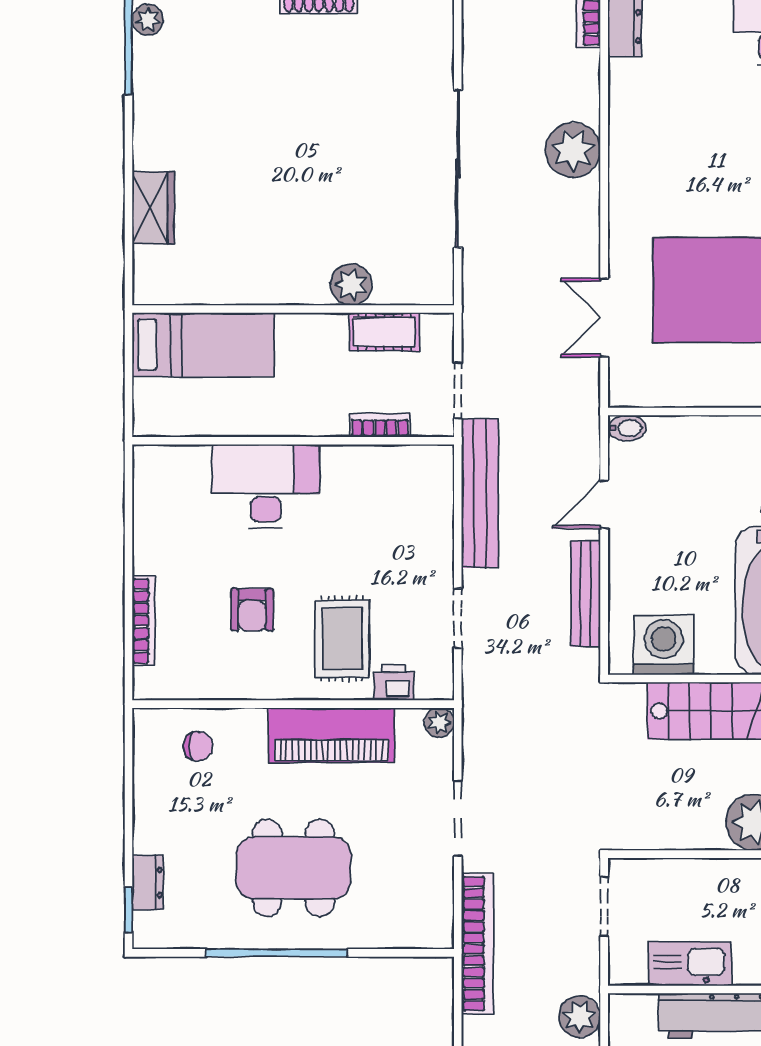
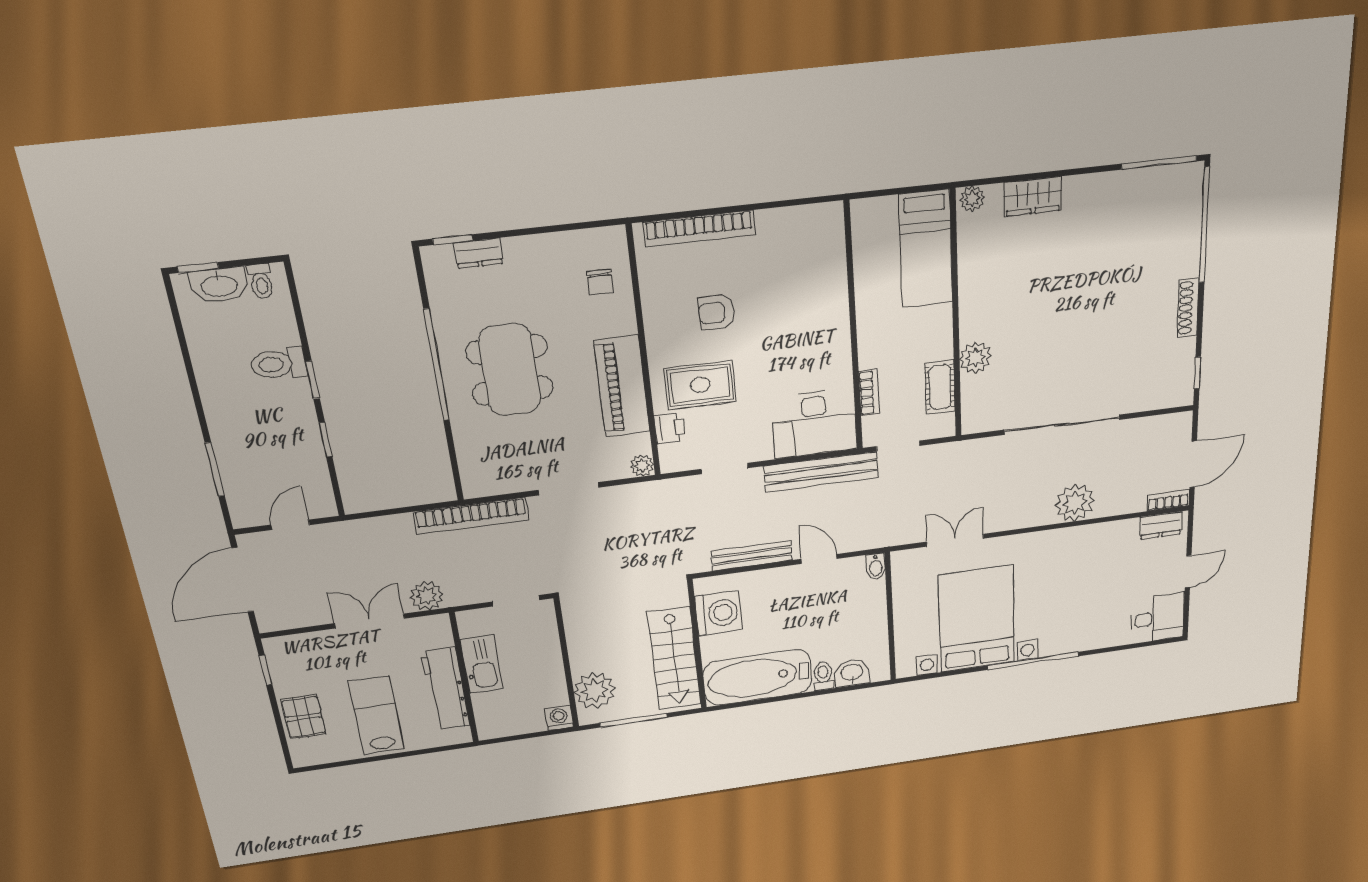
plant: (148, 20) -> (972, 199), moved
desk: (266, 487) -> (814, 423), moved, turned 90
bookcase: (144, 621) -> (699, 229), width x1.48, depth x1.31

